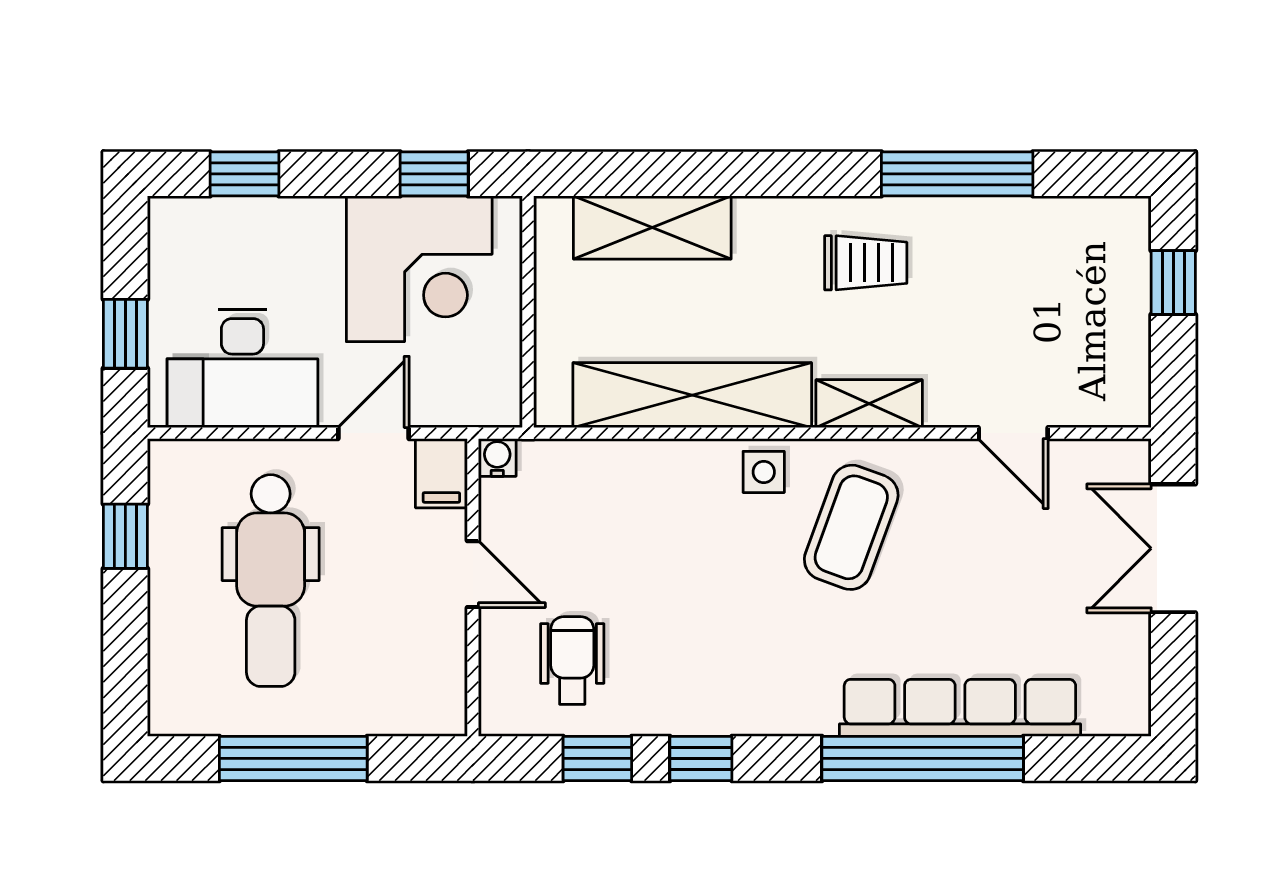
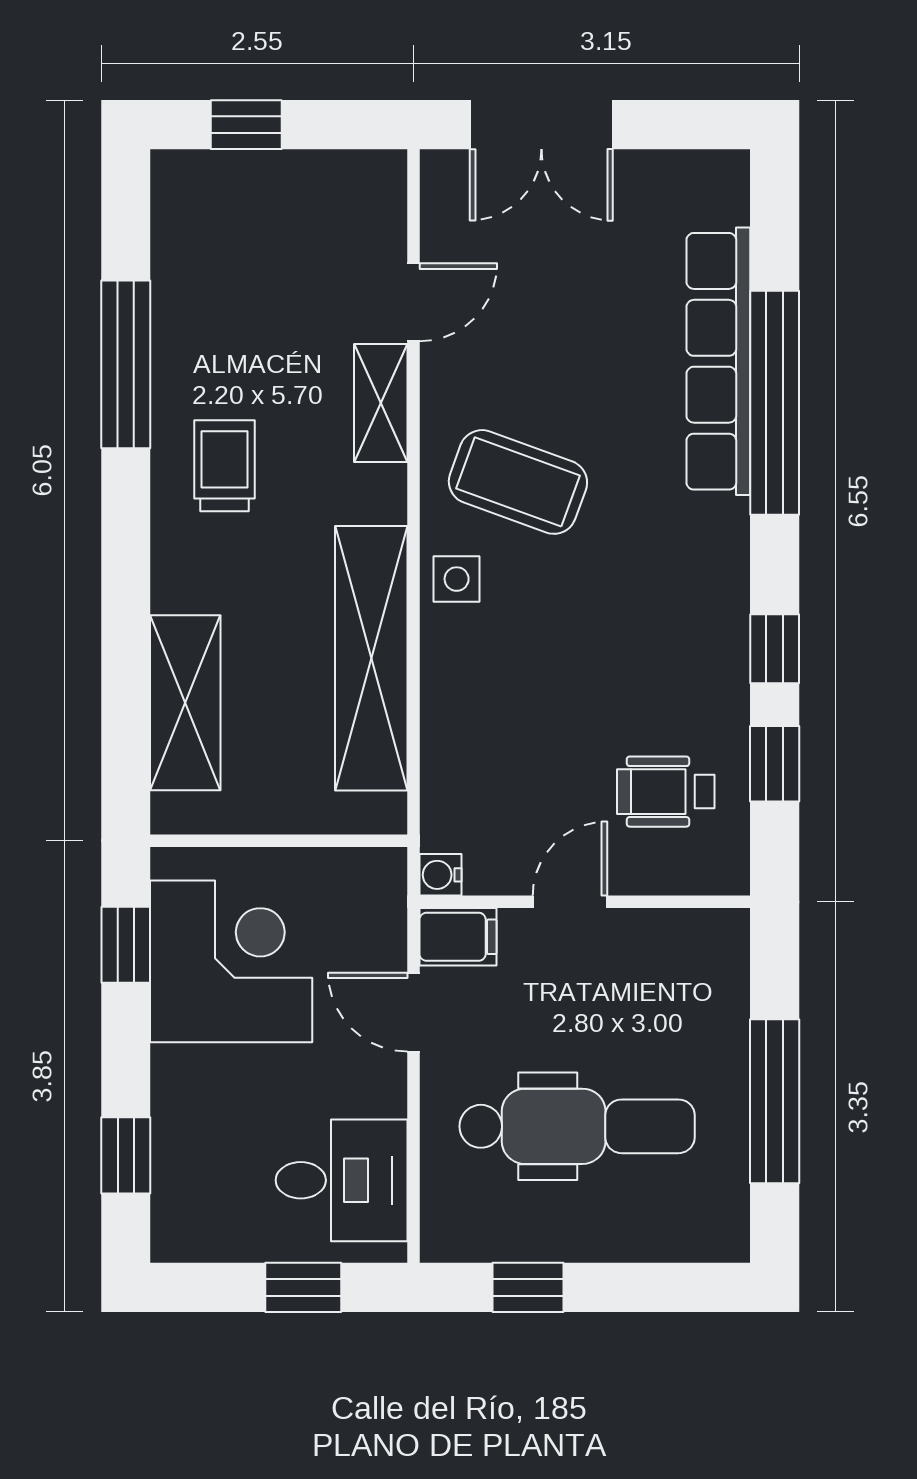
desk: (242, 368) -> (342, 1180), width x0.73
shelving: (869, 404) -> (381, 403), moved

